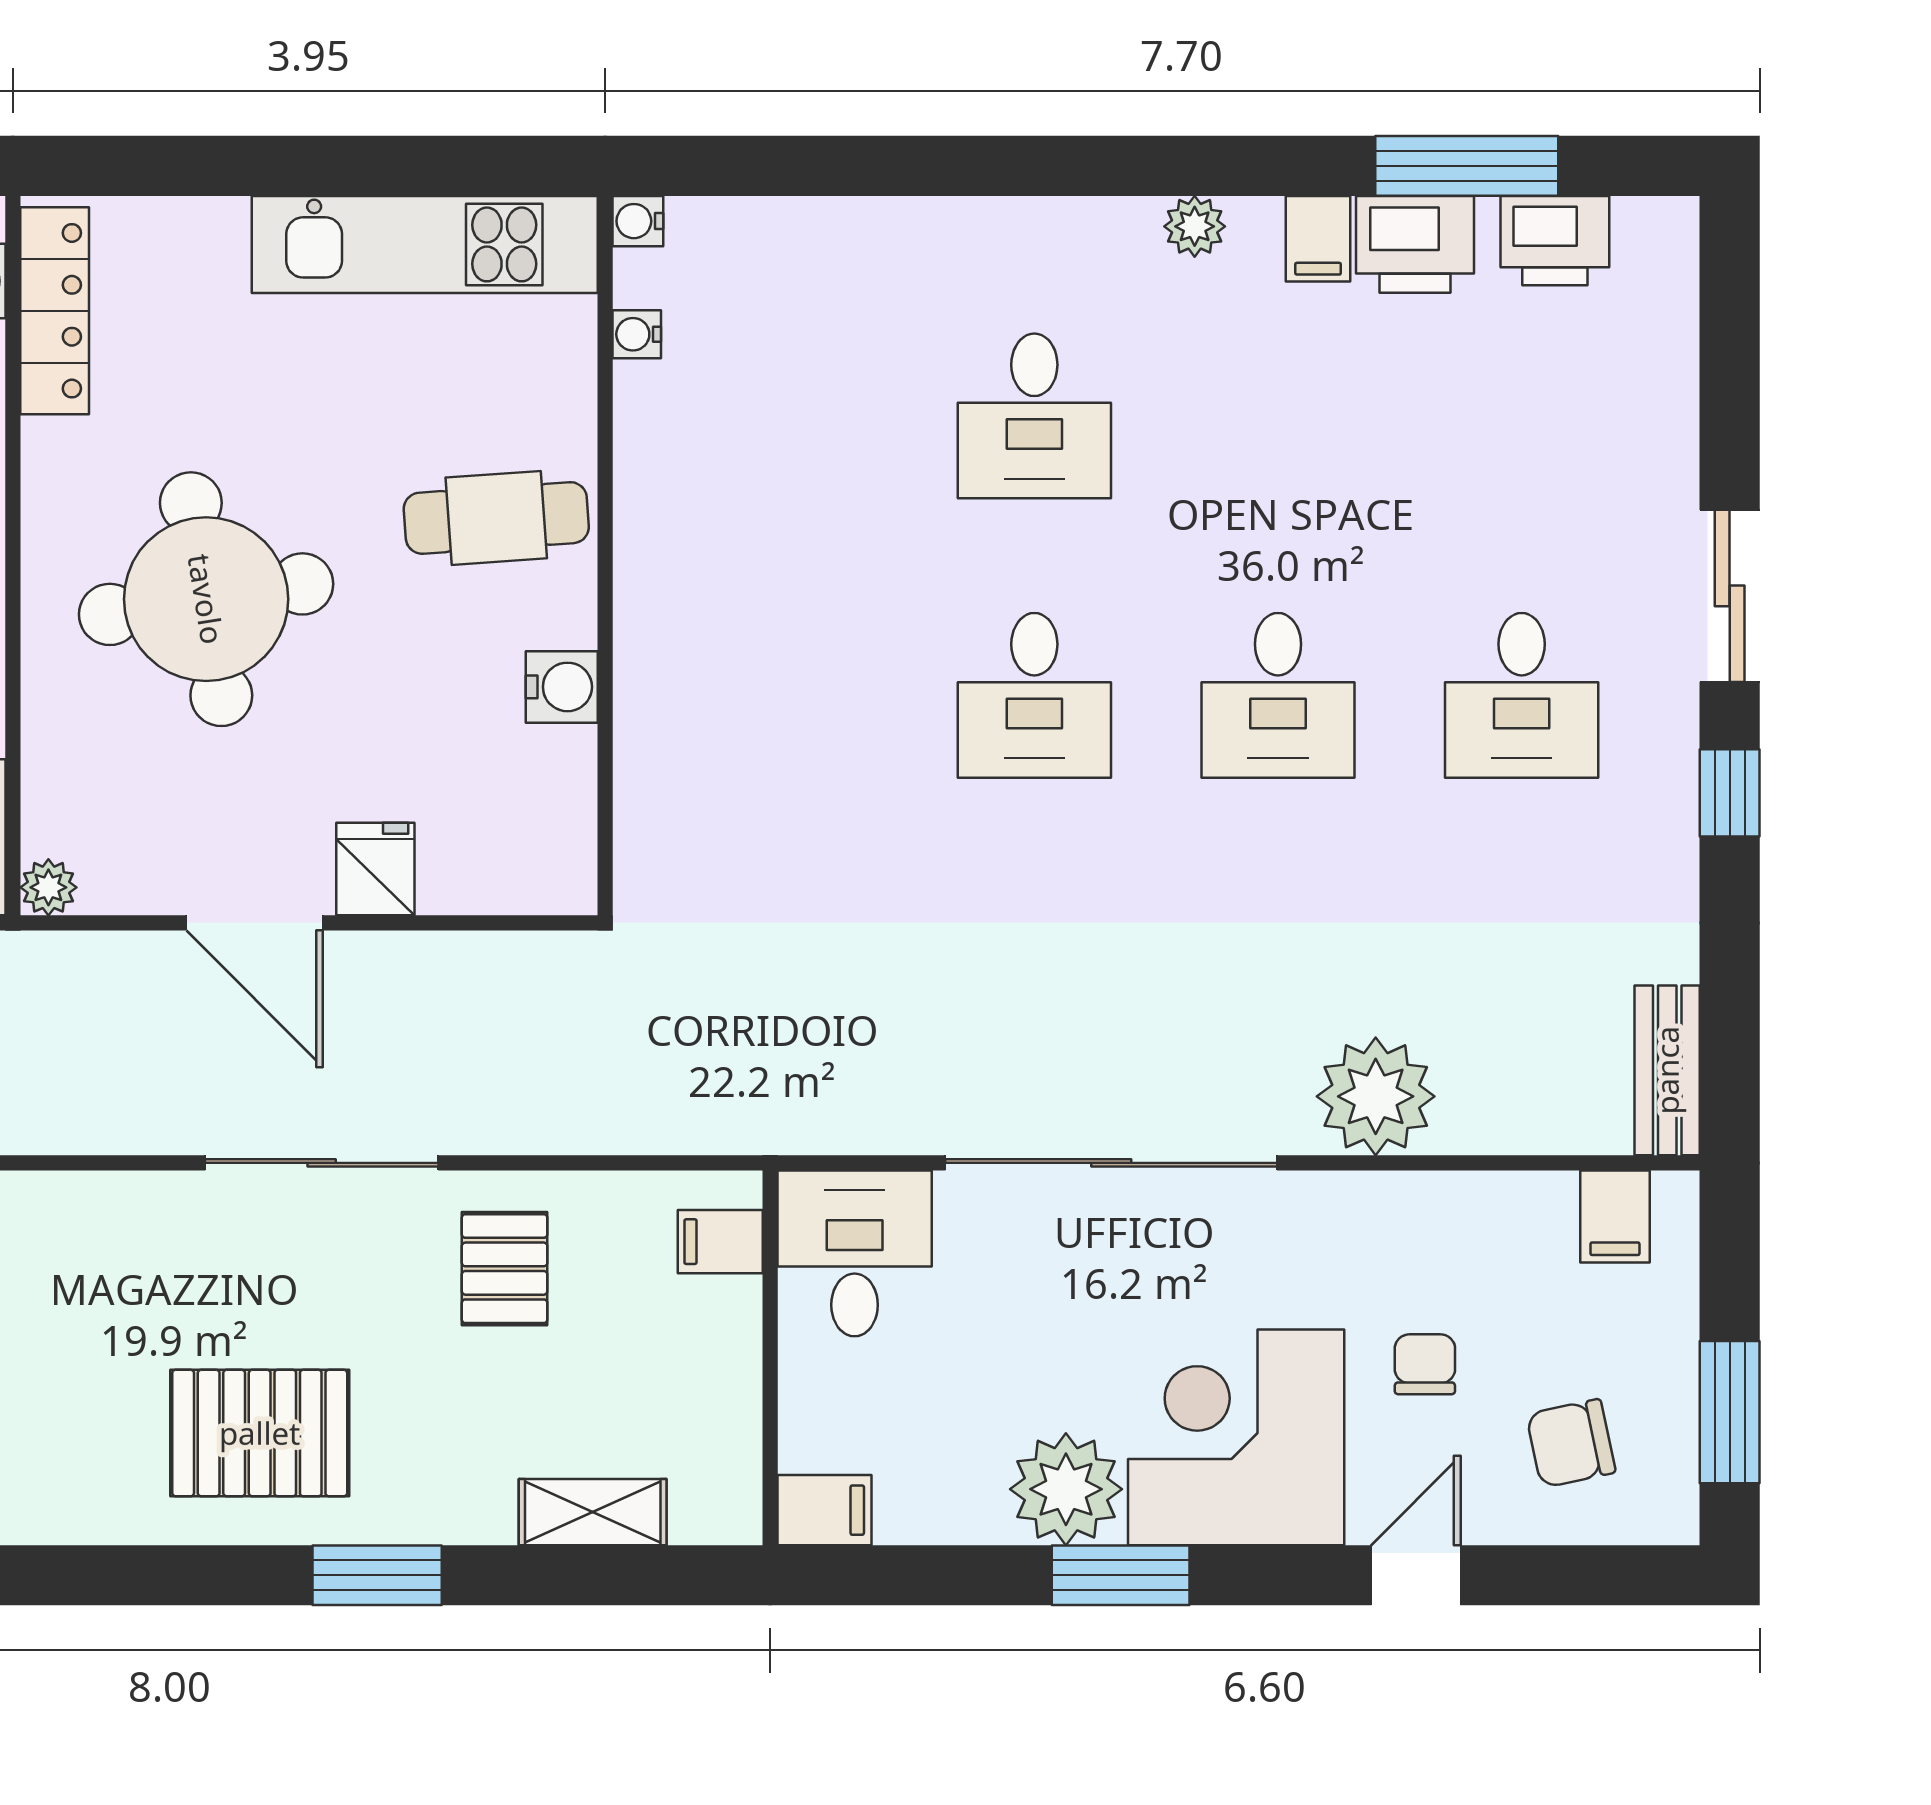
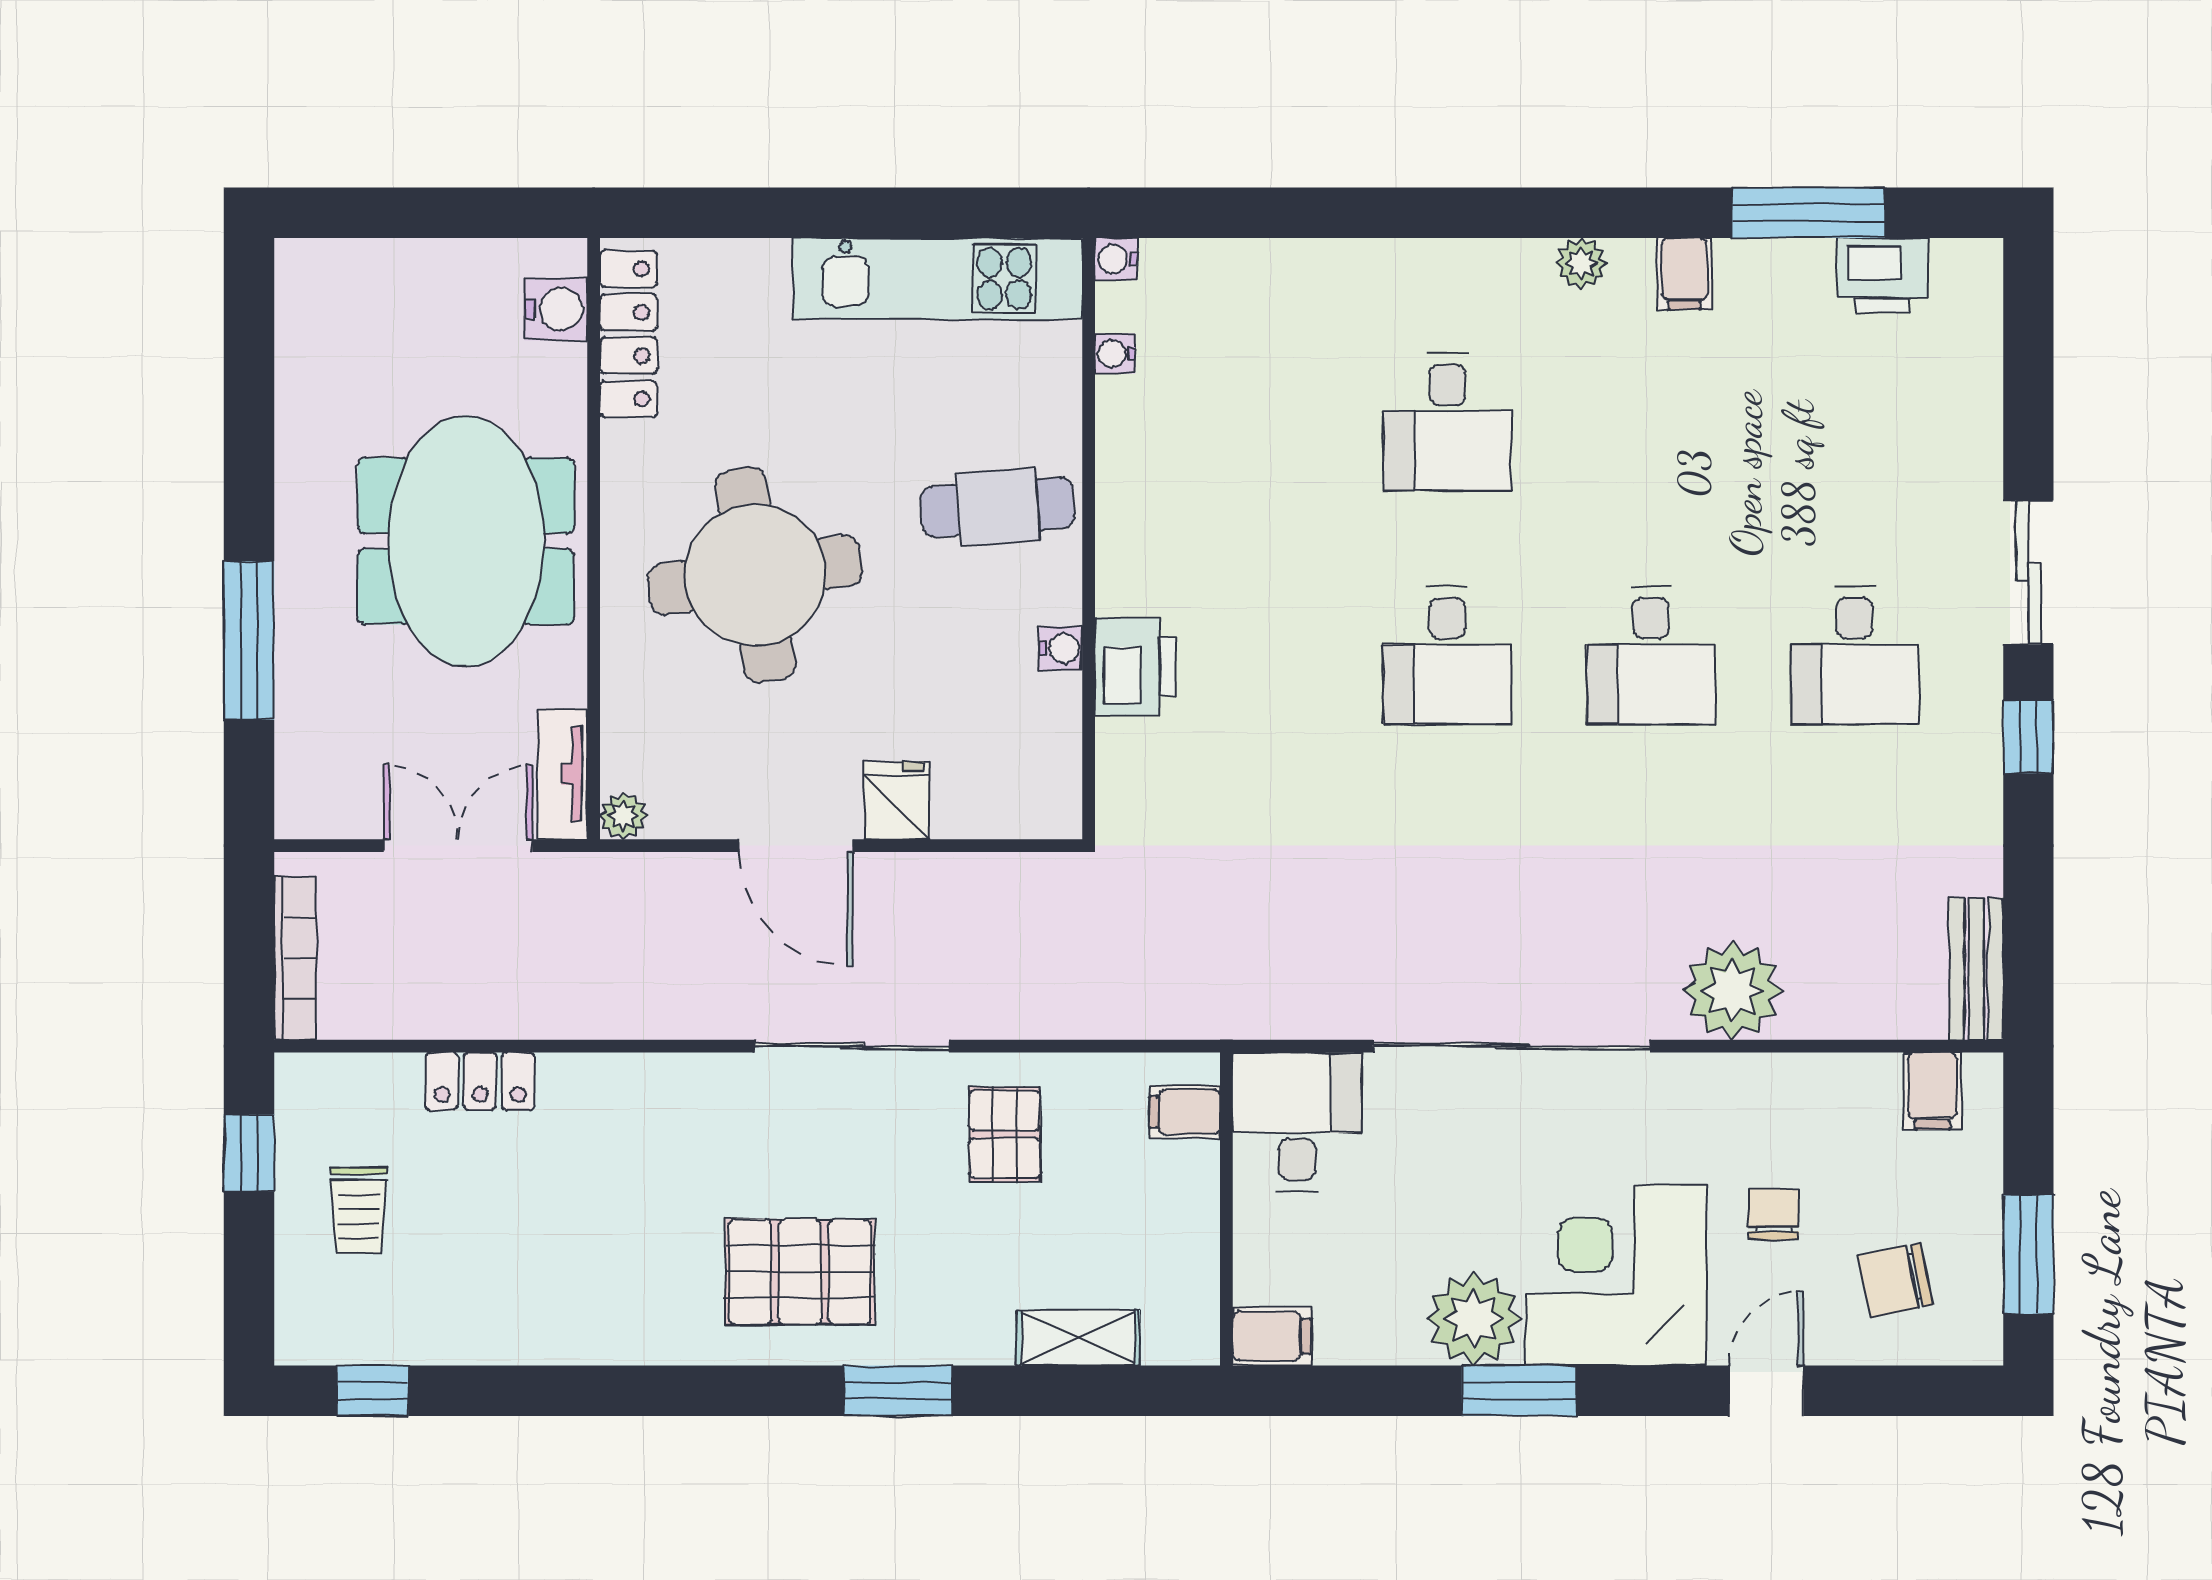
printer: (1415, 244) -> (1135, 667), moved, turned -90
water cooler: (562, 687) -> (1061, 648), width x0.72, depth x0.72

